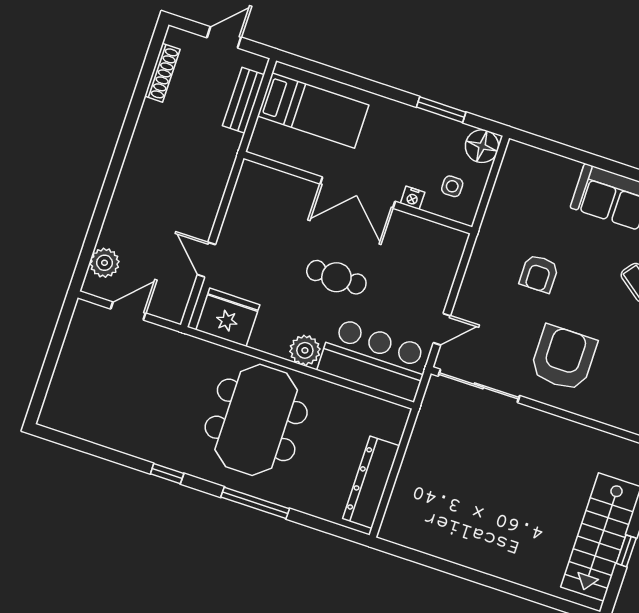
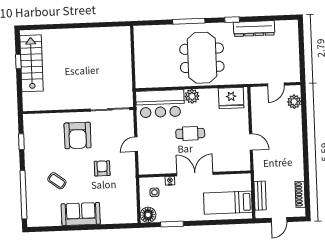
door: (206, 260) -> (251, 142), moved
door: (442, 329) -> (136, 144), moved
dresser: (371, 482) -> (254, 29), moved, turned 90

